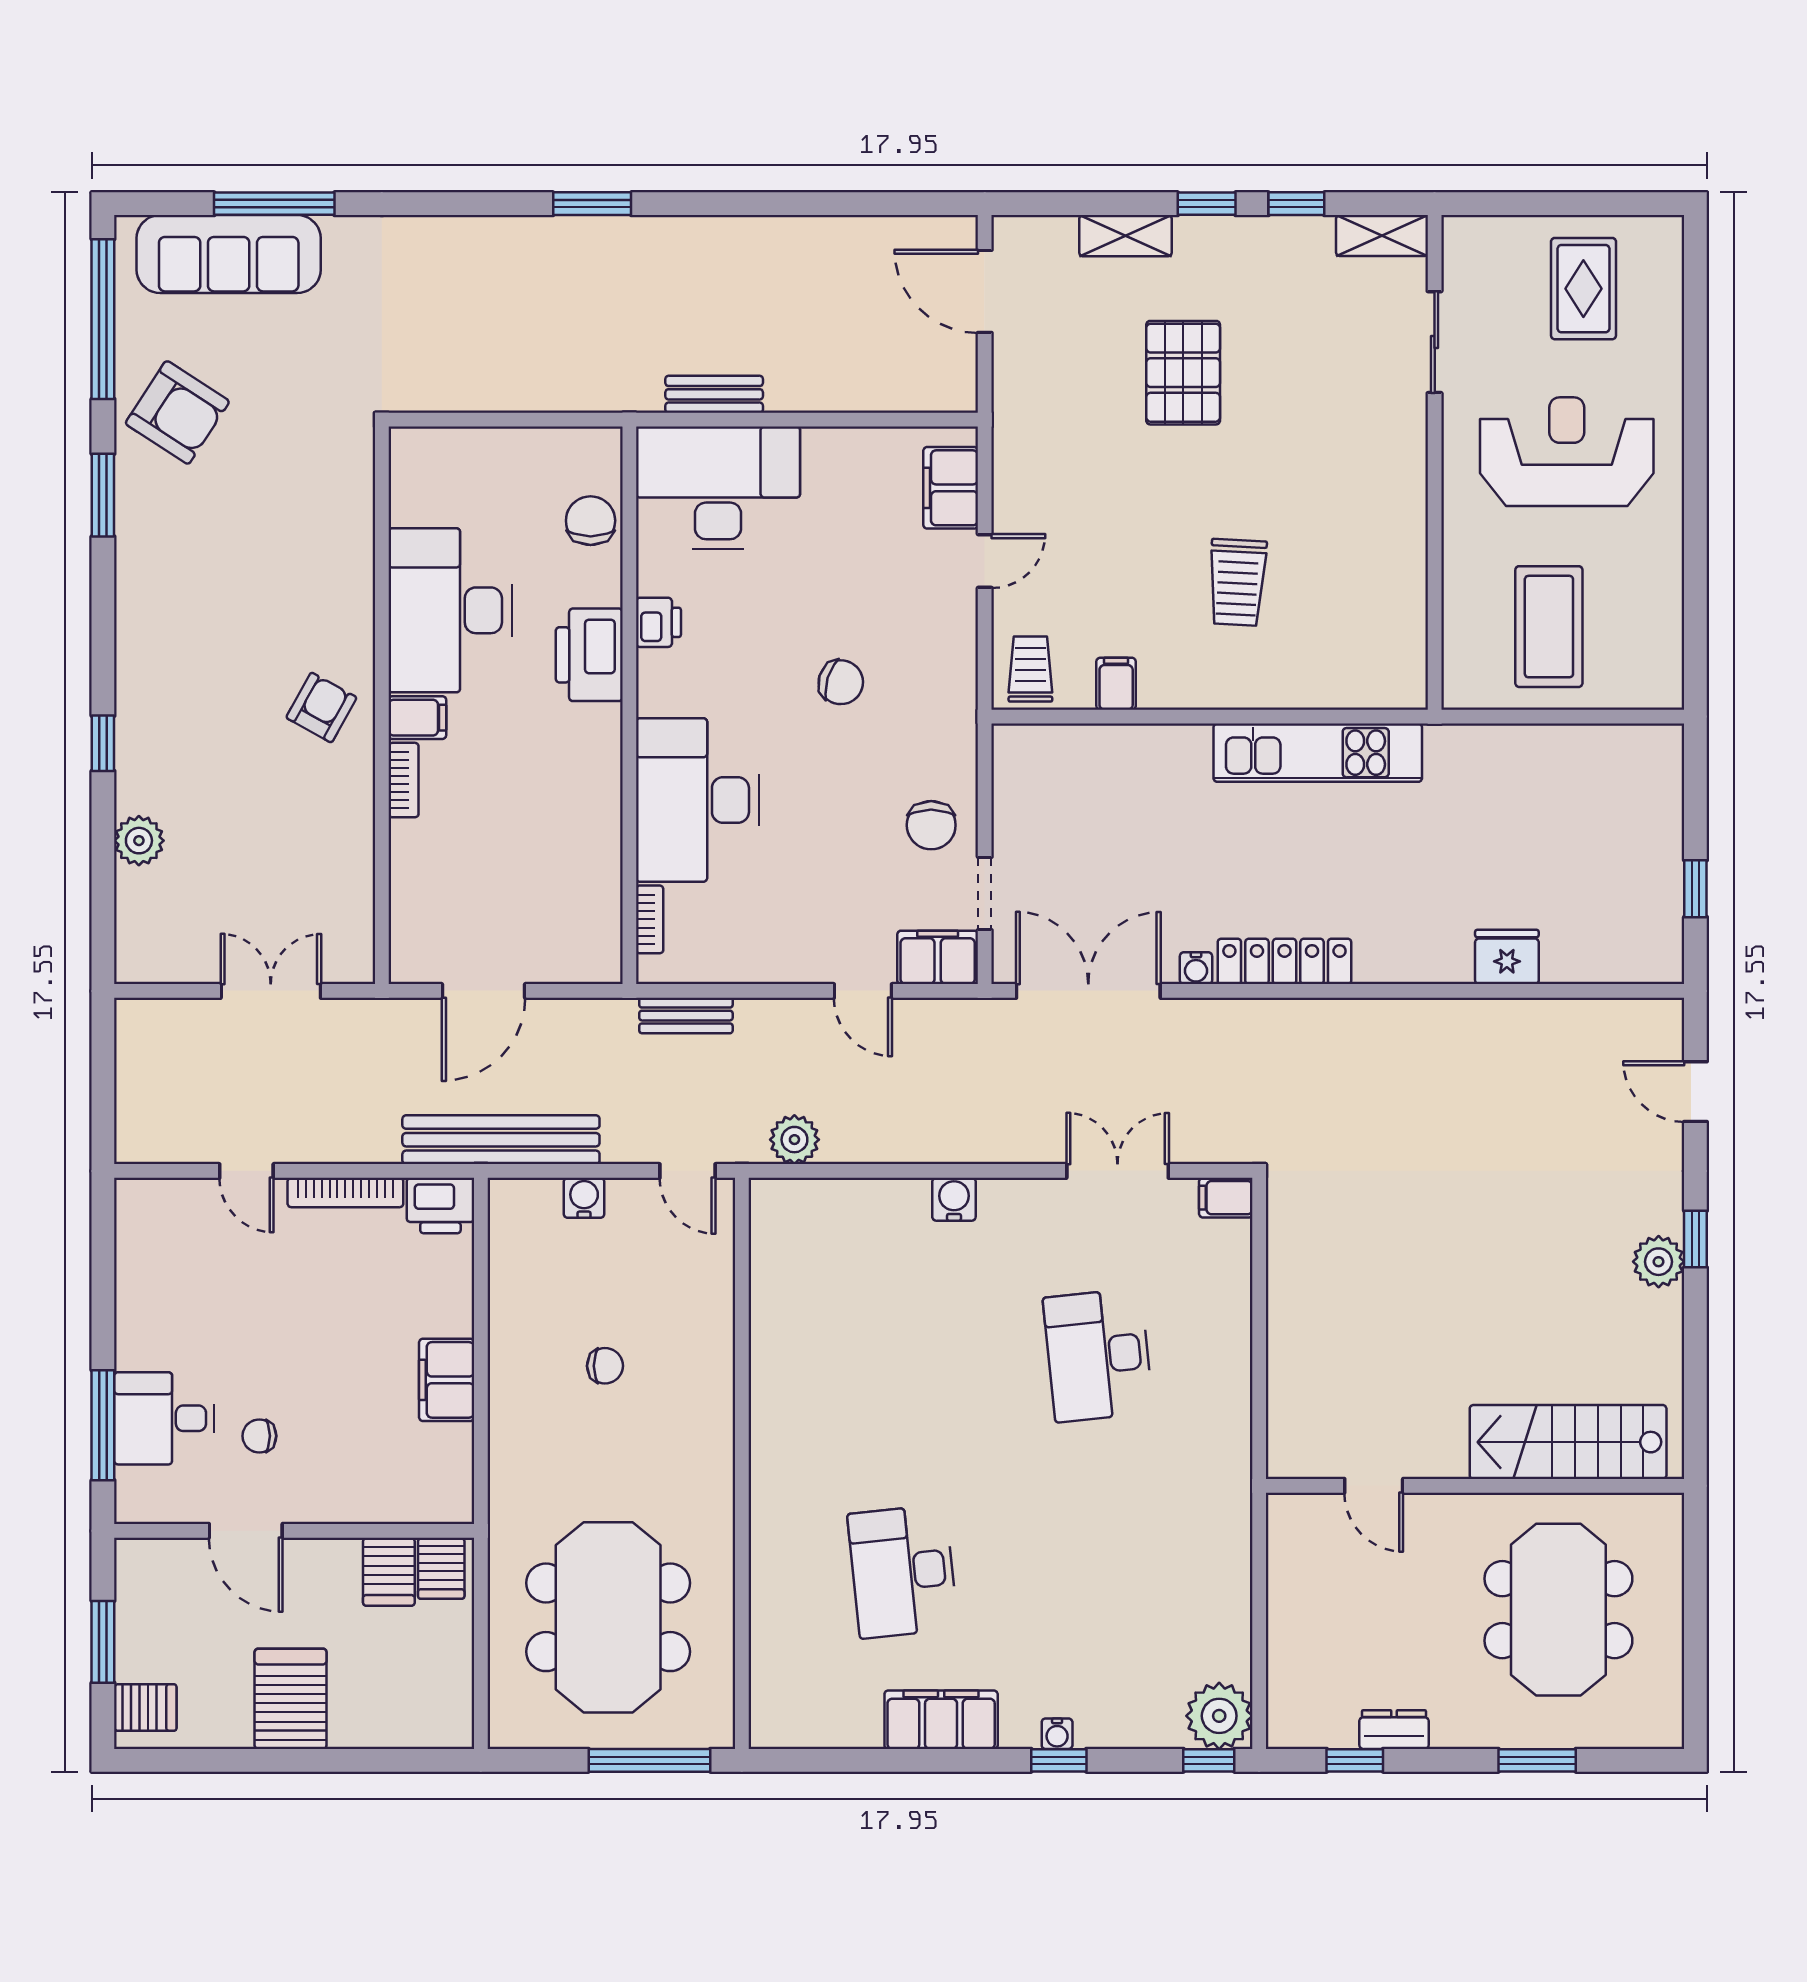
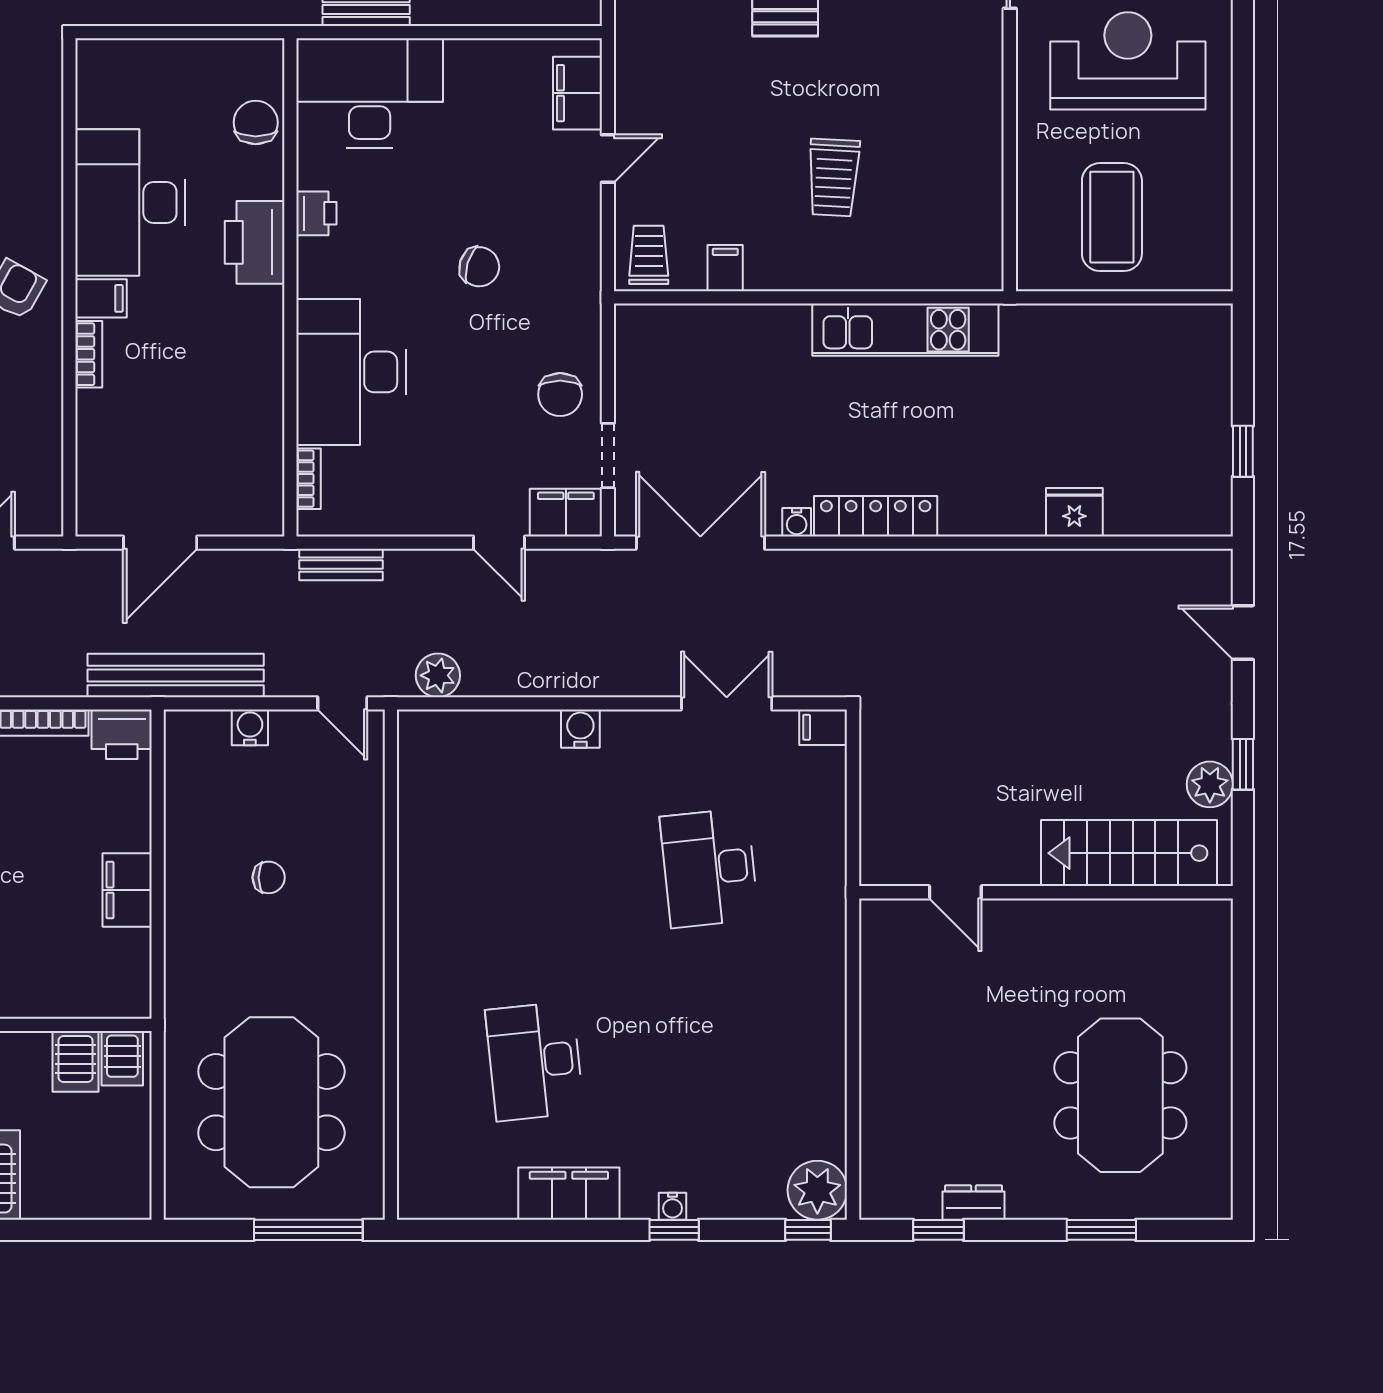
stairs: (1568, 1442) -> (1129, 853), moved
door: (1374, 1486) -> (955, 892), moved
wall: (1475, 1486) -> (1046, 892), moved

